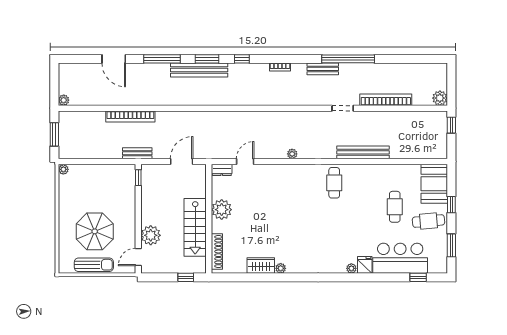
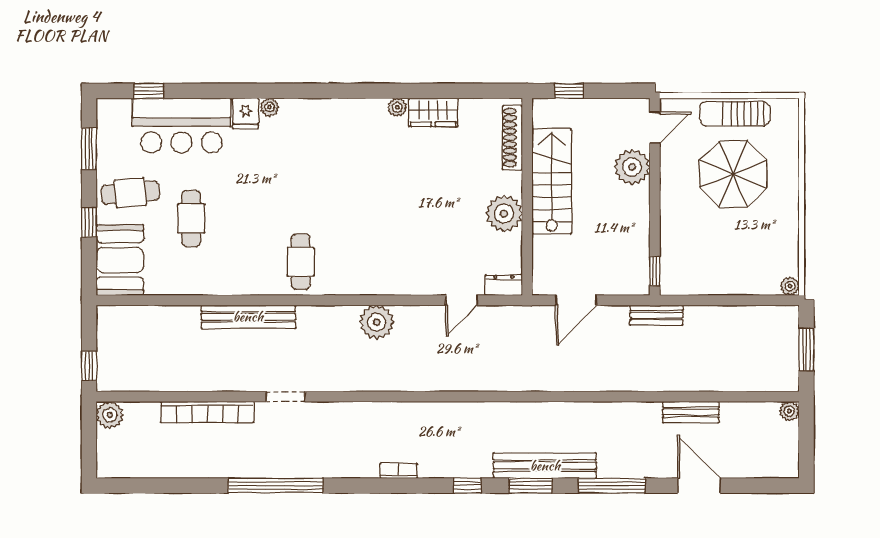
bench: (323, 69) -> (691, 412), moved
bookcase: (130, 116) -> (669, 382), removed
plant: (292, 154) -> (376, 322), width x1.88, depth x1.88

